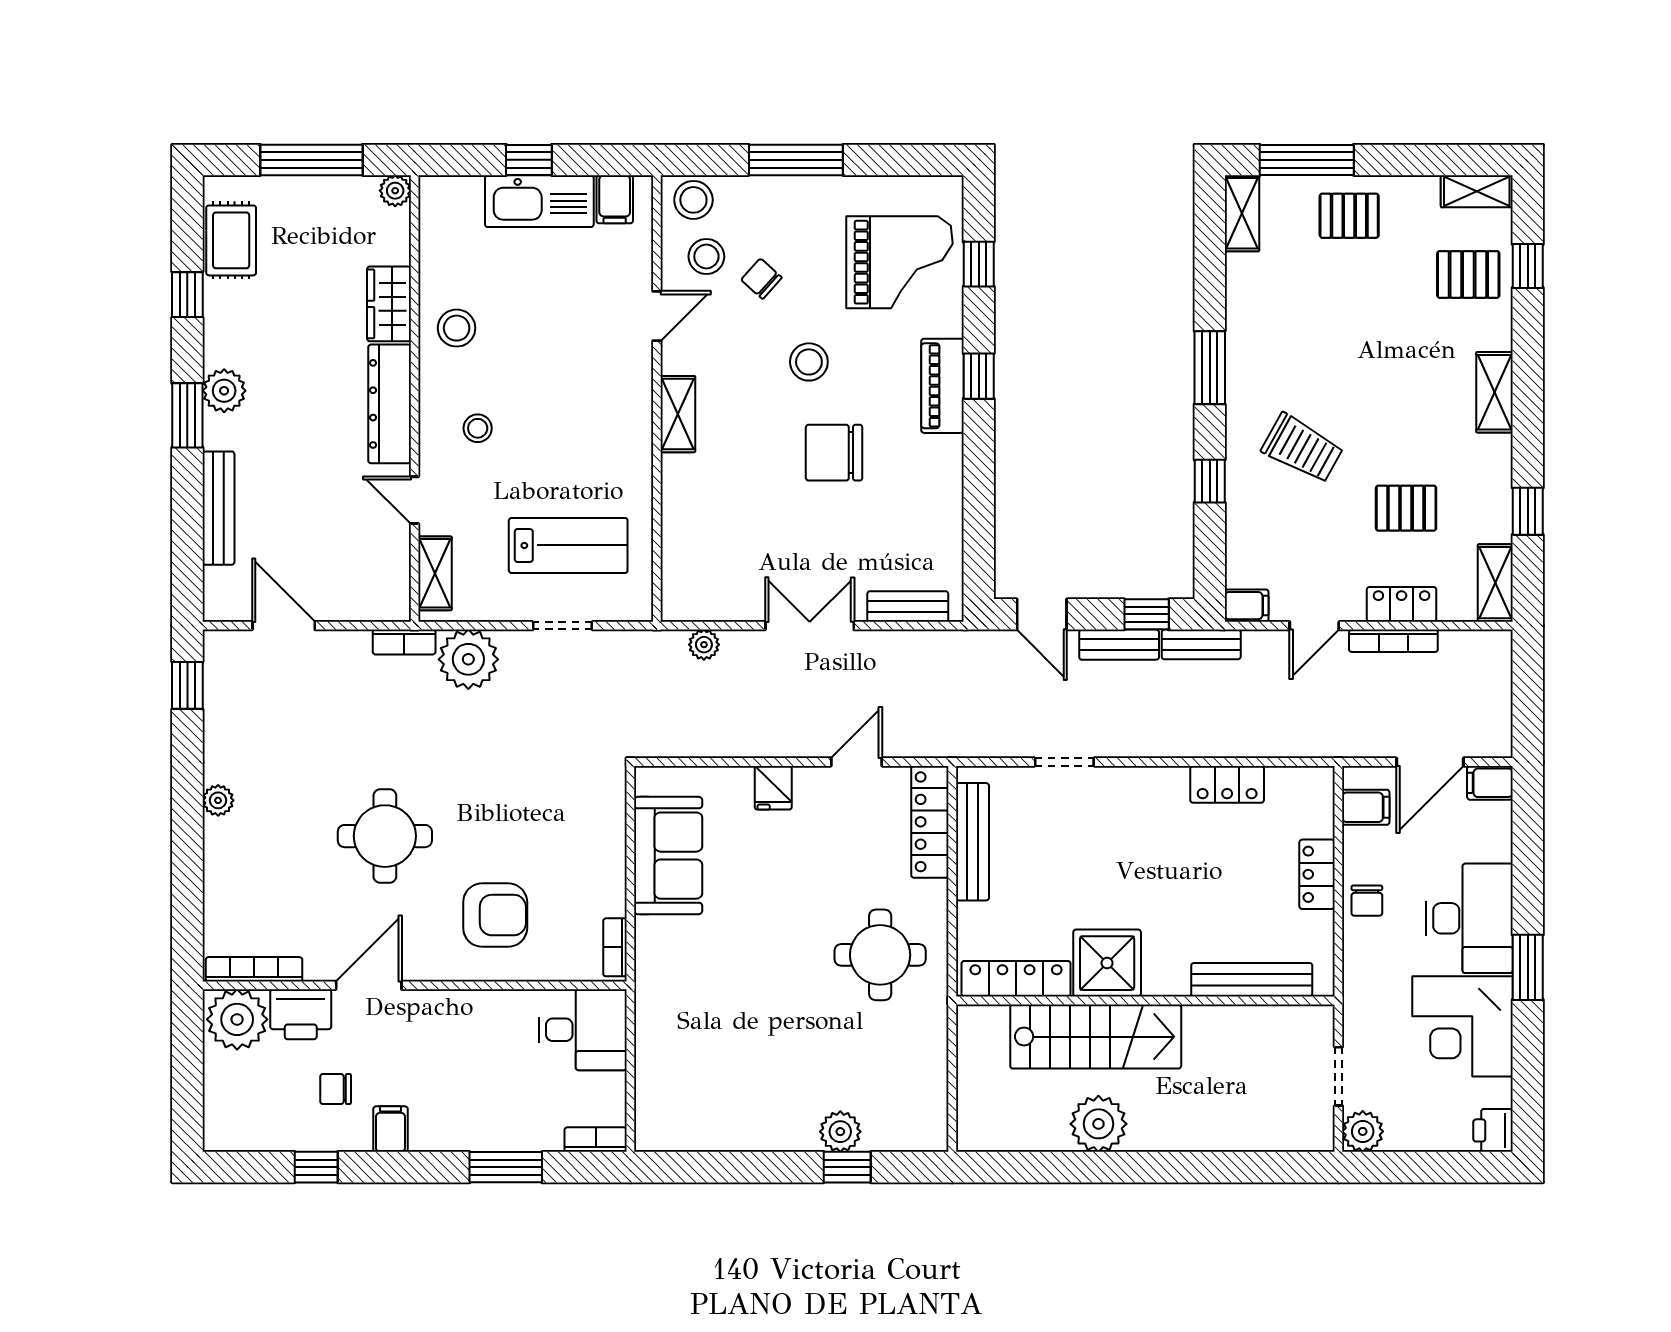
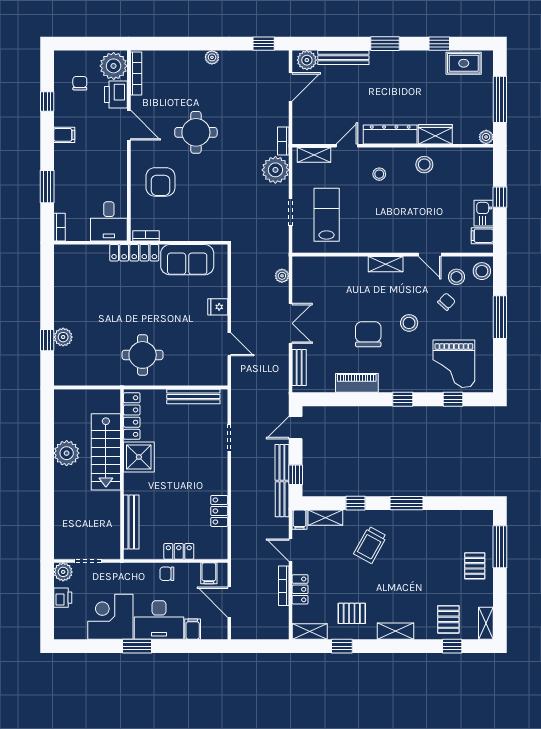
kitchen sink: (539, 201) -> (484, 213), width x0.53, depth x0.81
shelving: (1242, 213) -> (325, 518), moved
piano: (942, 386) -> (357, 383), moved
plant: (224, 391) -> (307, 60), moved
pallet: (1406, 508) -> (352, 613), moved, turned 90
lab bench: (568, 545) -> (327, 215), turned 180
filing cabinet: (1490, 783) -> (193, 629), moved
locker: (930, 822) -> (134, 253), moved, turned 180
chair: (336, 1089) -> (80, 83), moved
printer: (1493, 1130) -> (63, 598), moved, turned 90

